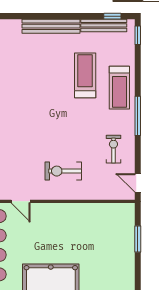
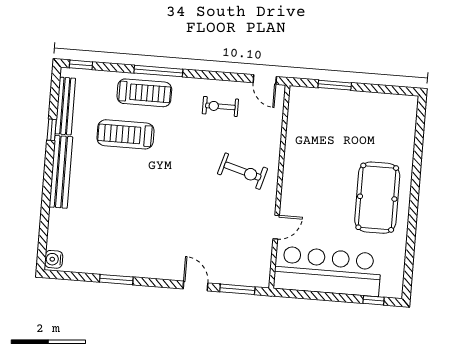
window: (112, 16) -> (52, 130), moved
window: (138, 116) -> (158, 71), moved
exercise bike: (63, 171) -> (243, 171), turned -74
door: (138, 183) -> (265, 80), hinge flipped

